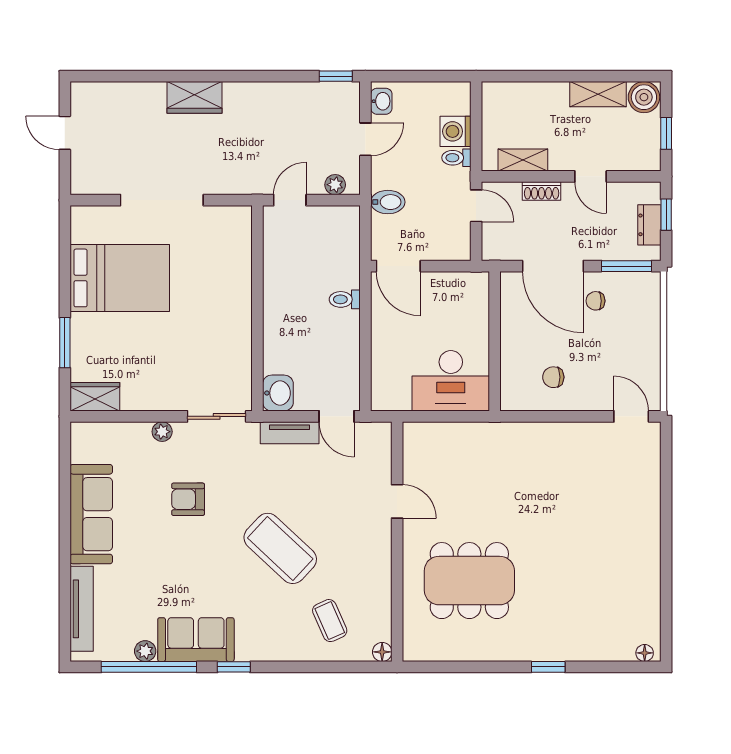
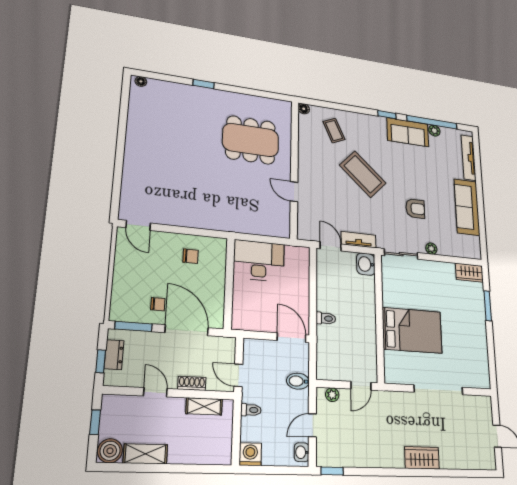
washing machine: (456, 131) -> (250, 454), moved, turned -90
bed: (120, 278) -> (412, 330), moved, turned 180

